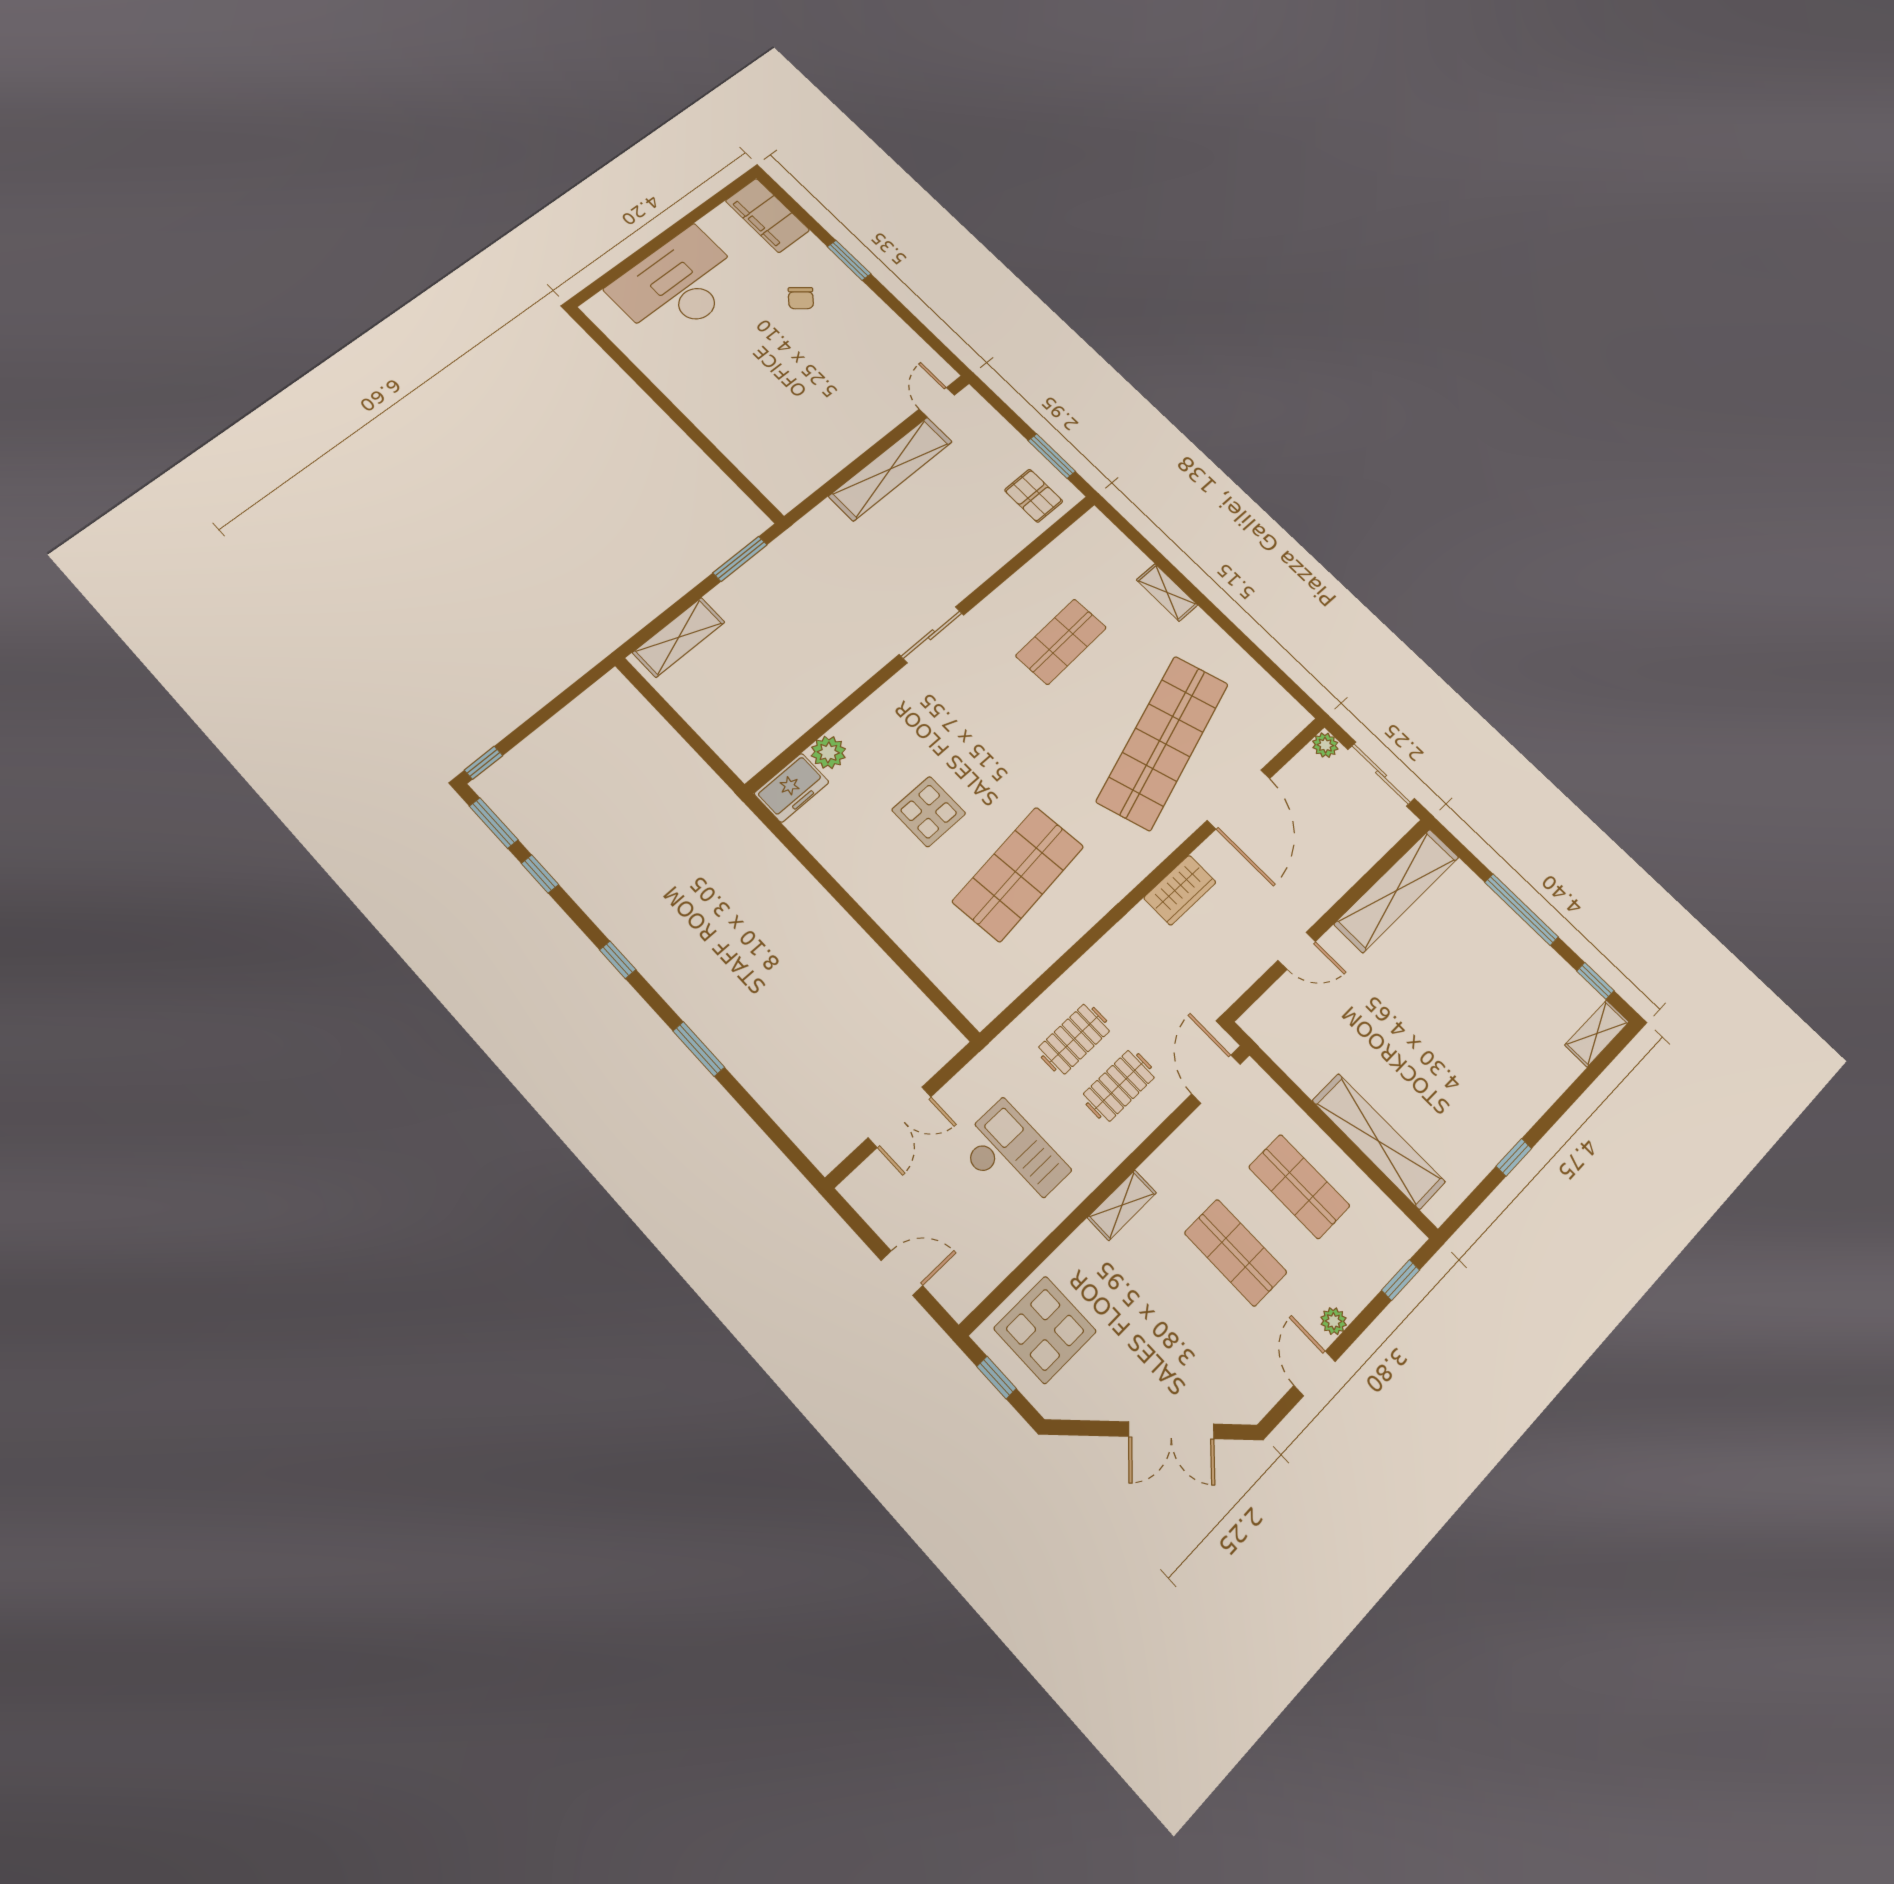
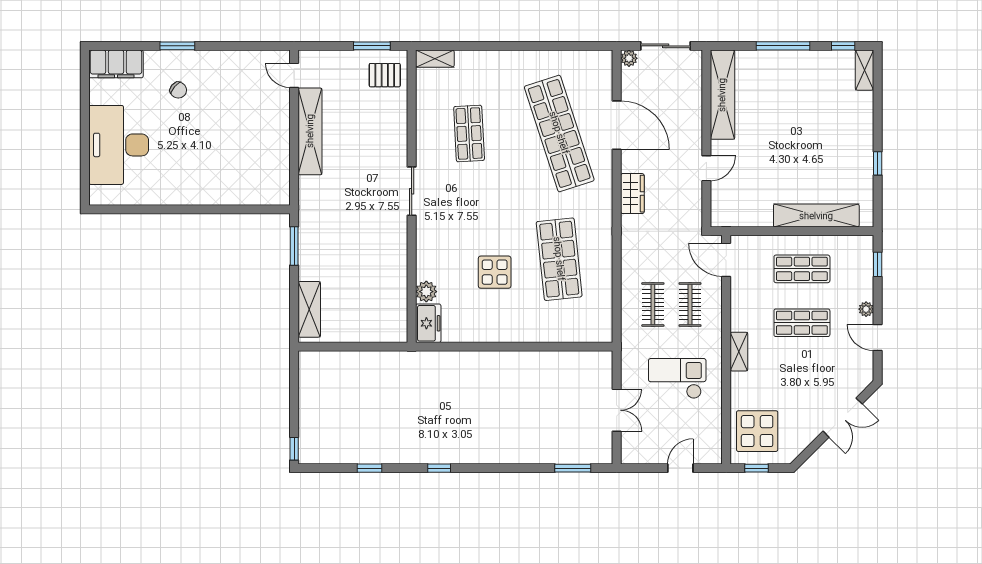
shelving: (1167, 592) -> (435, 59), moved
window: (494, 823) -> (327, 468), removed
window: (699, 1049) -> (573, 468), moved

